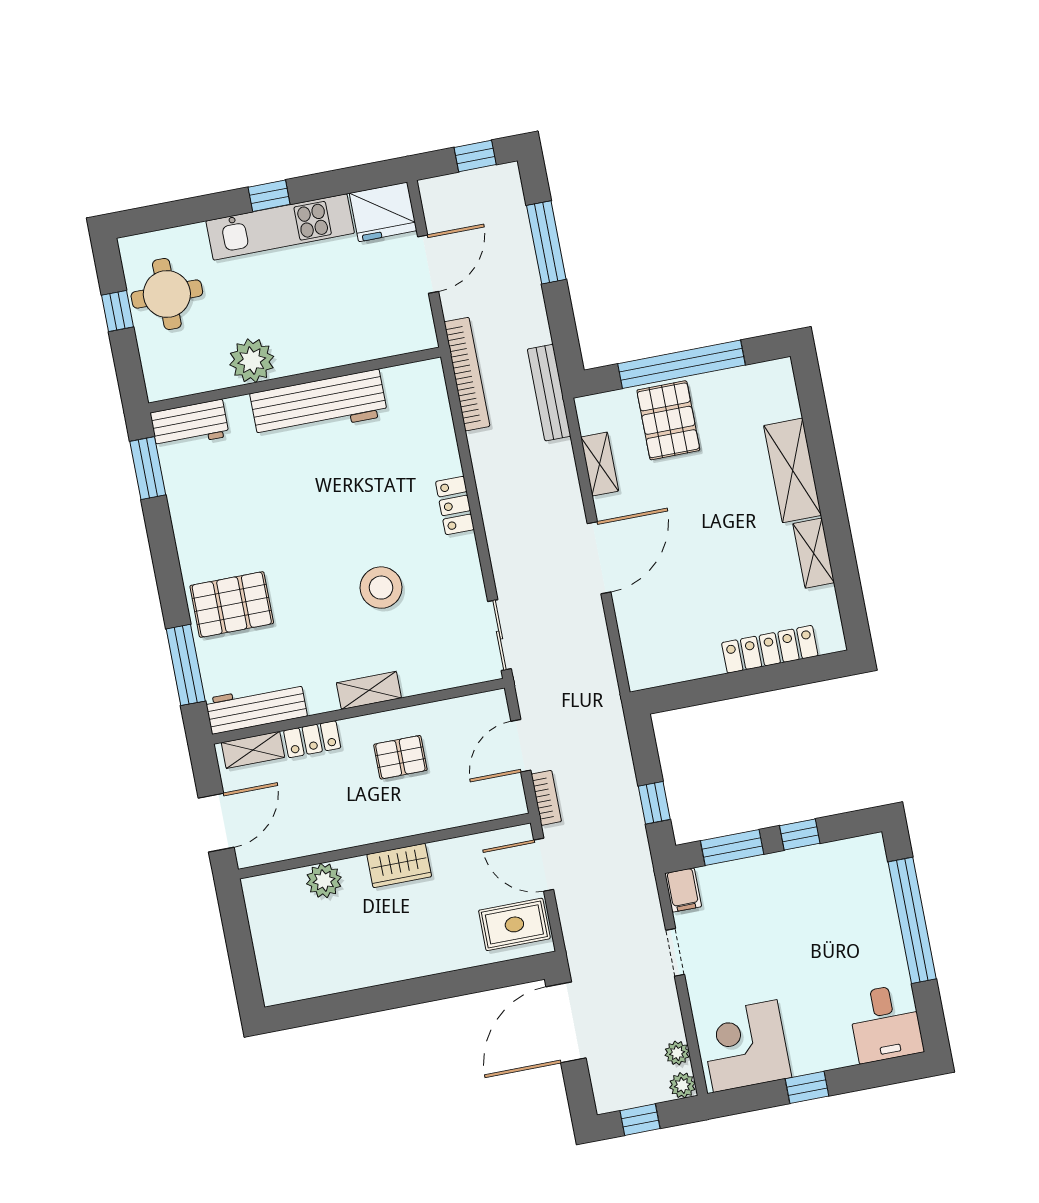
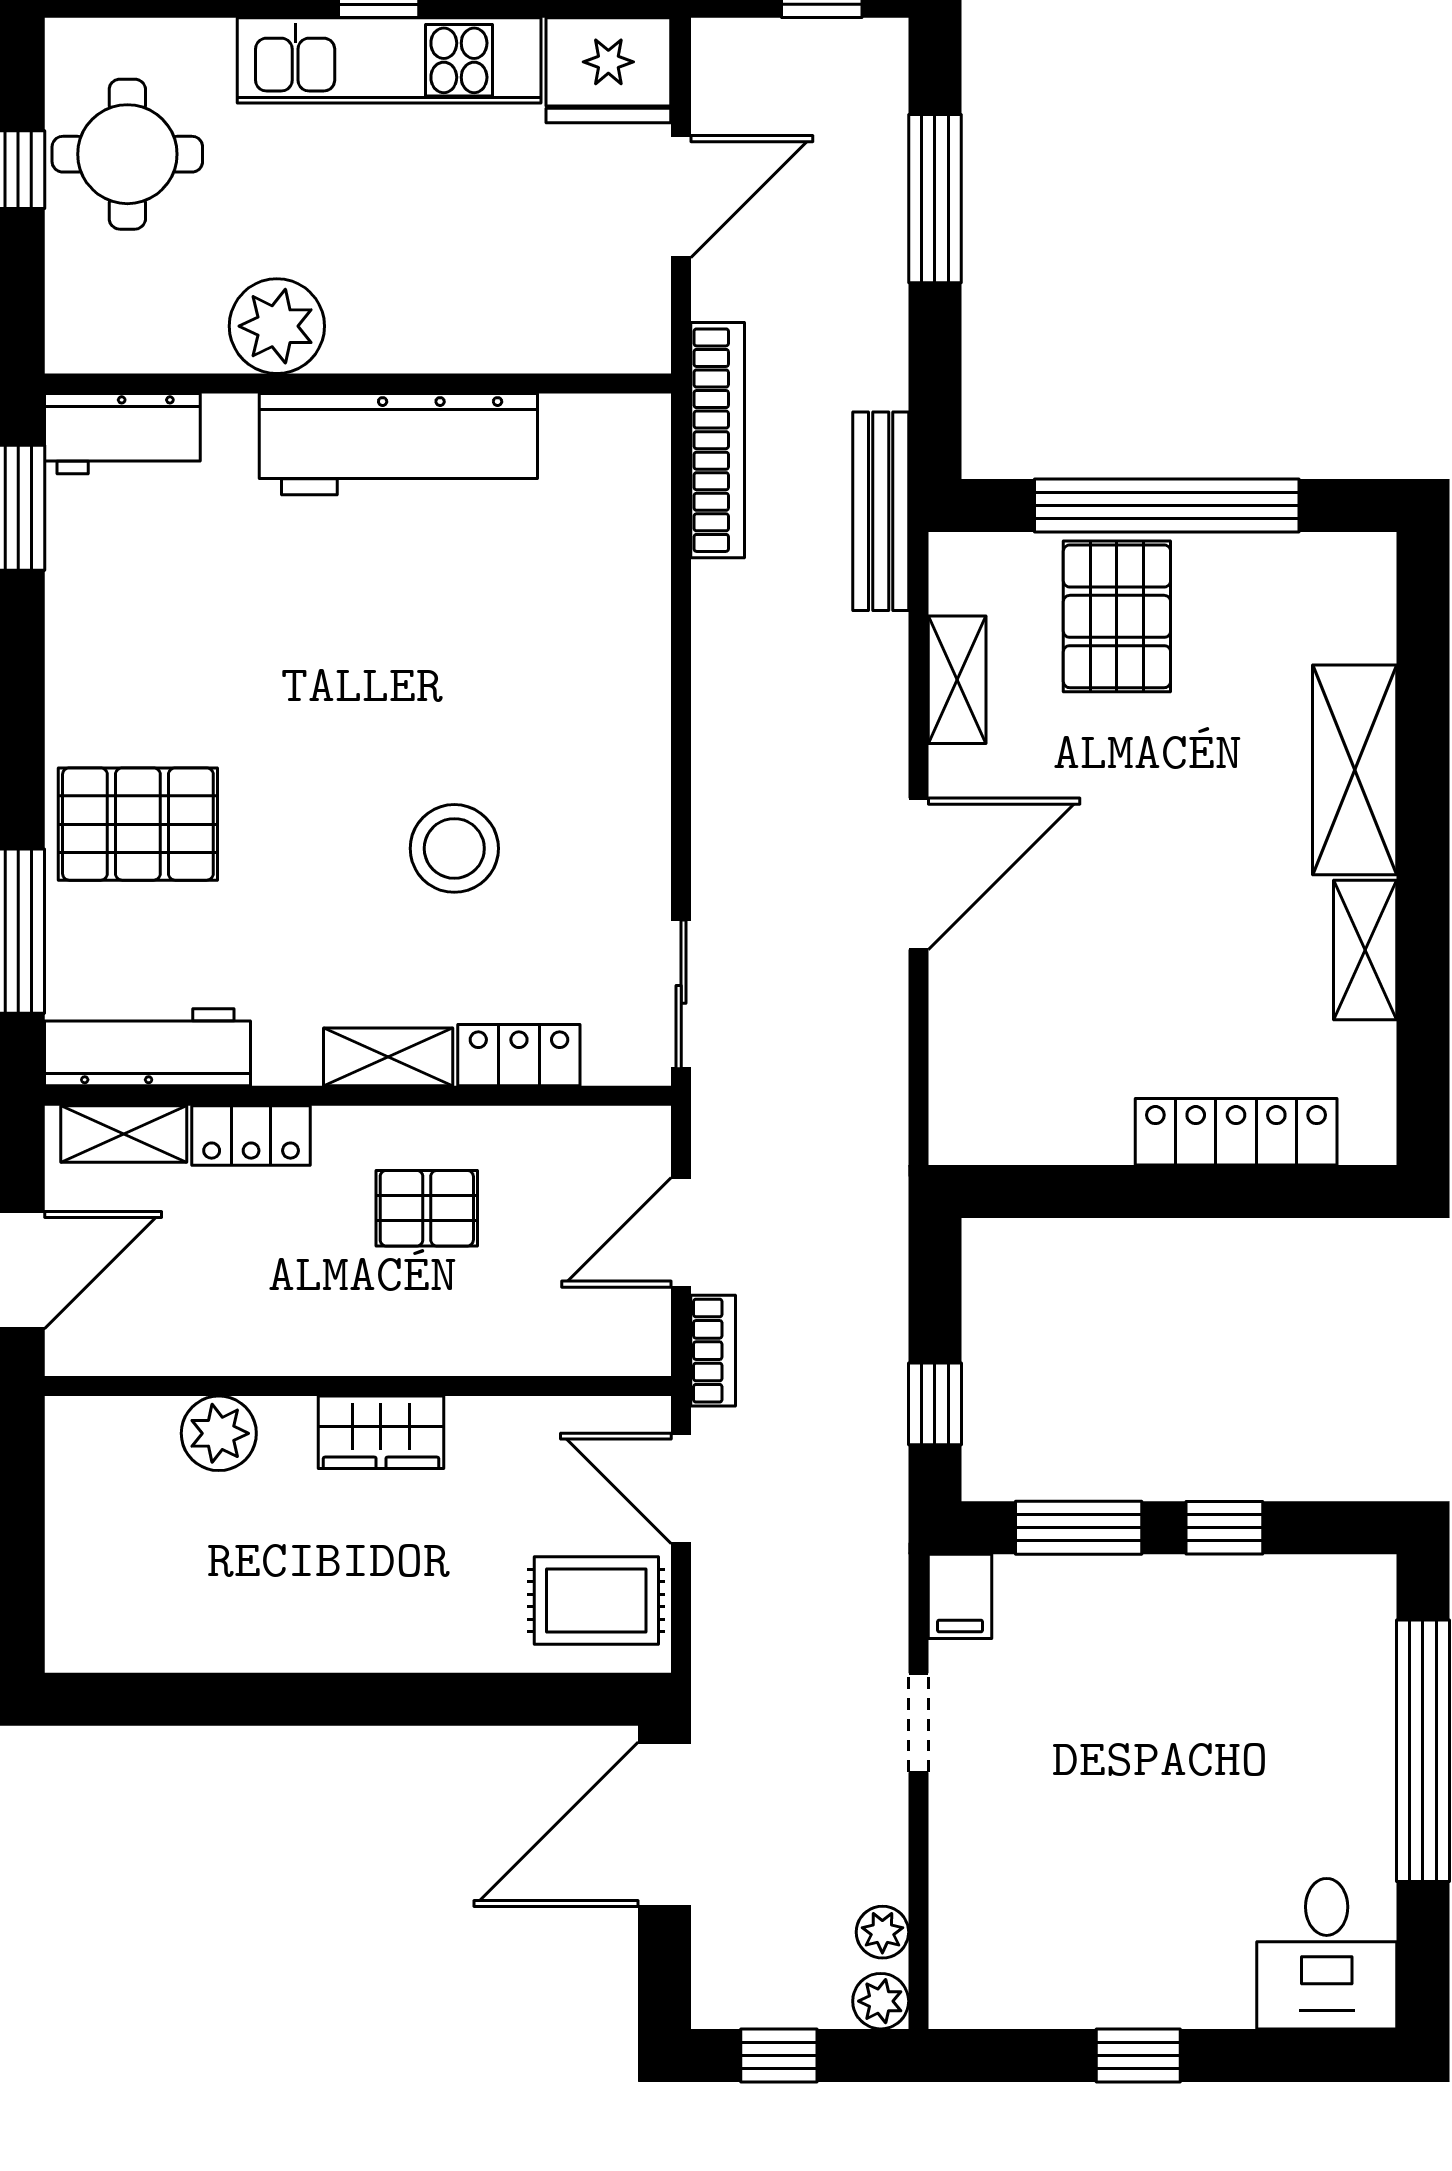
locker: (455, 505) -> (519, 1055), moved, turned 90
corner desk: (745, 1046) -> (1027, 1945), removed

